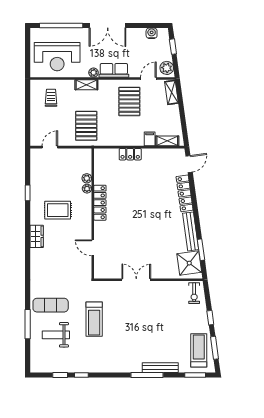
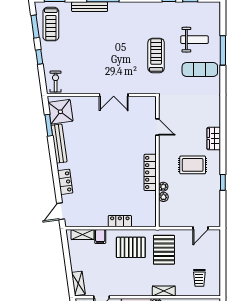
pallet: (129, 101) -> (131, 247), moved, turned 90
locker: (185, 193) -> (65, 182), width x0.66

